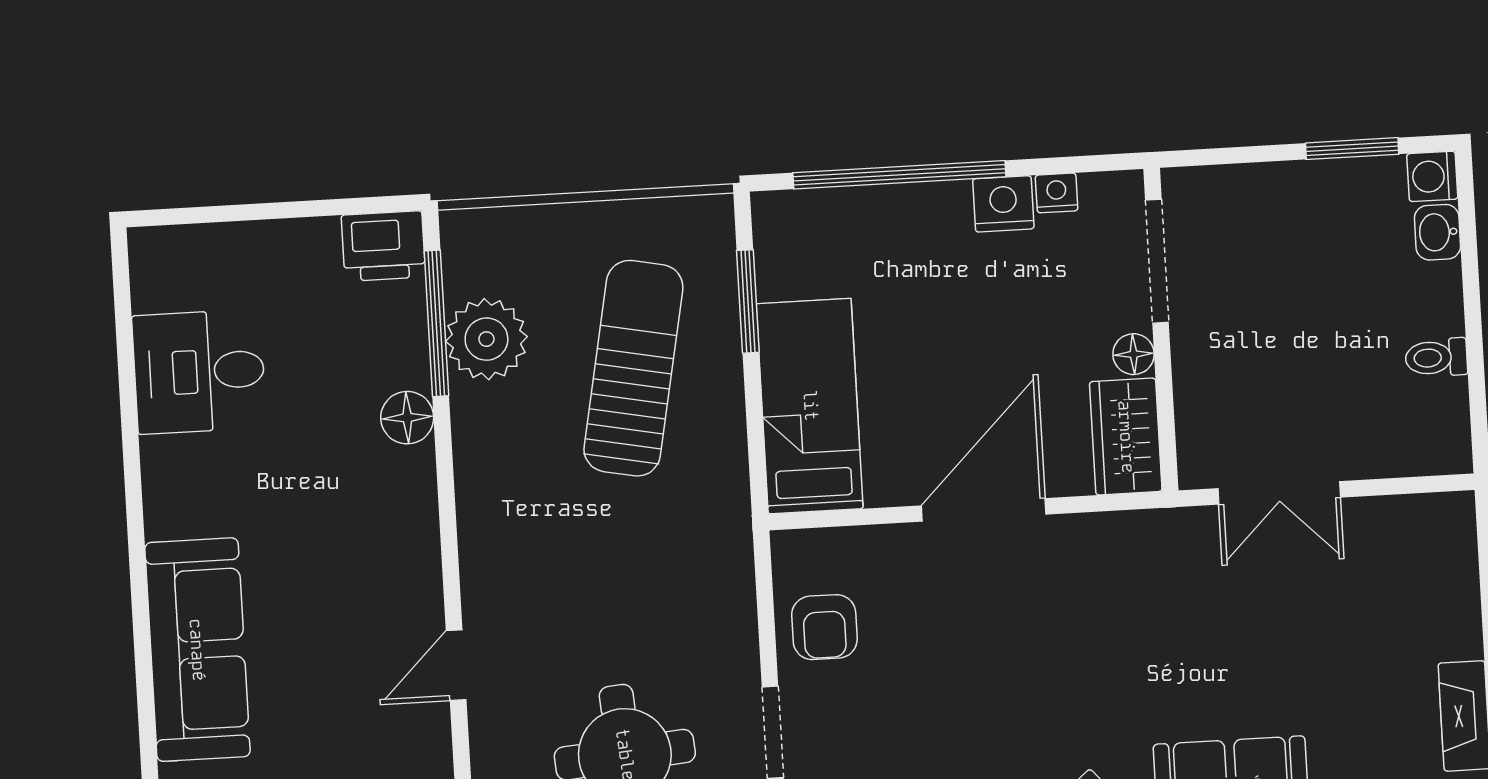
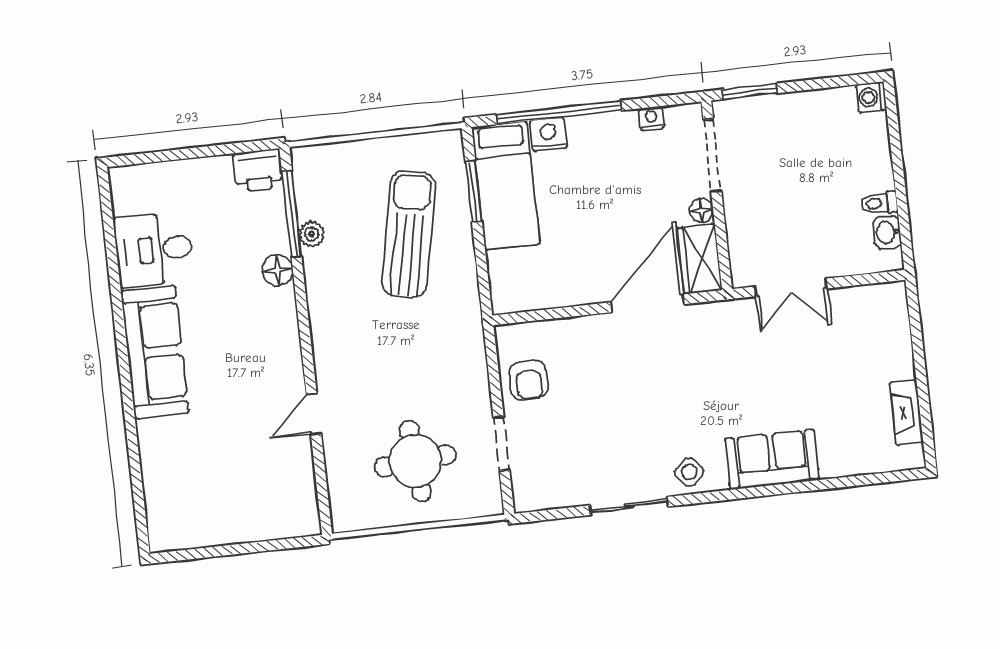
window: (1352, 149) -> (750, 91), moved
nightstand: (1003, 204) -> (548, 134), moved
washbasin: (1437, 232) -> (887, 232), moved
plant: (486, 339) -> (312, 234), width x0.53, depth x0.53
bed: (810, 406) -> (506, 185), moved, turned 180
door: (984, 510) -> (647, 303), moved
sofa: (197, 650) -> (155, 352), moved

